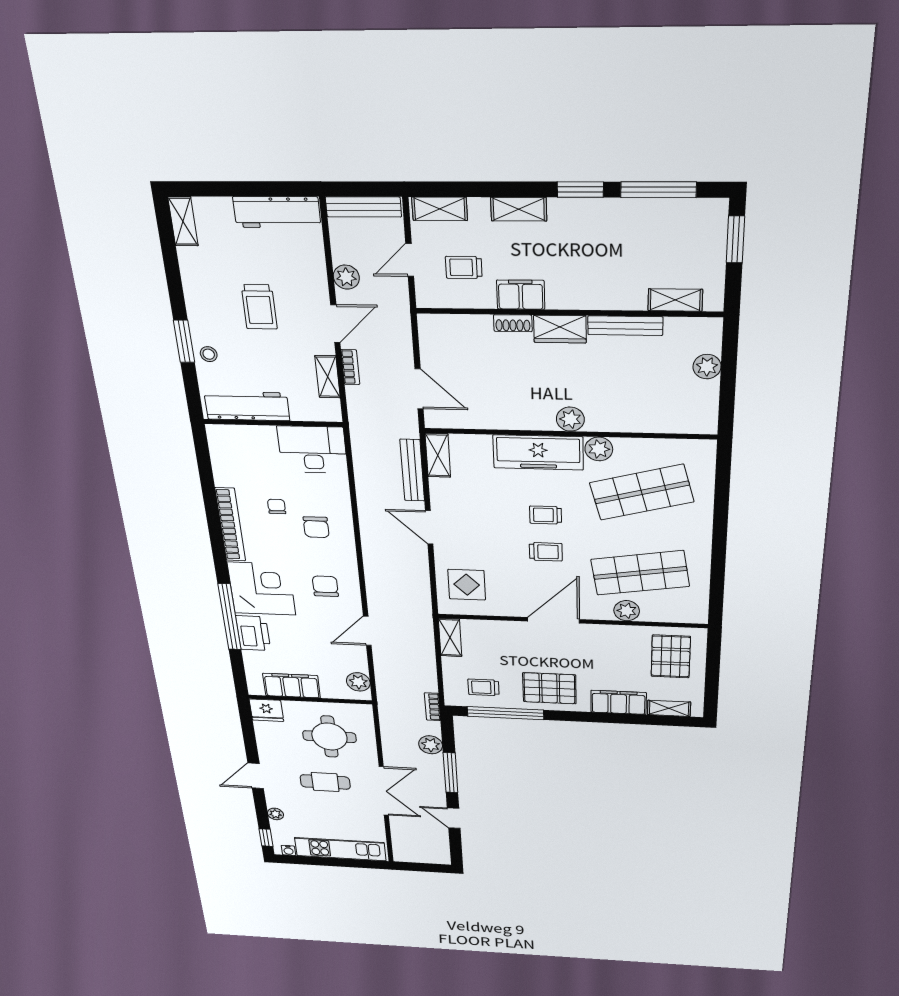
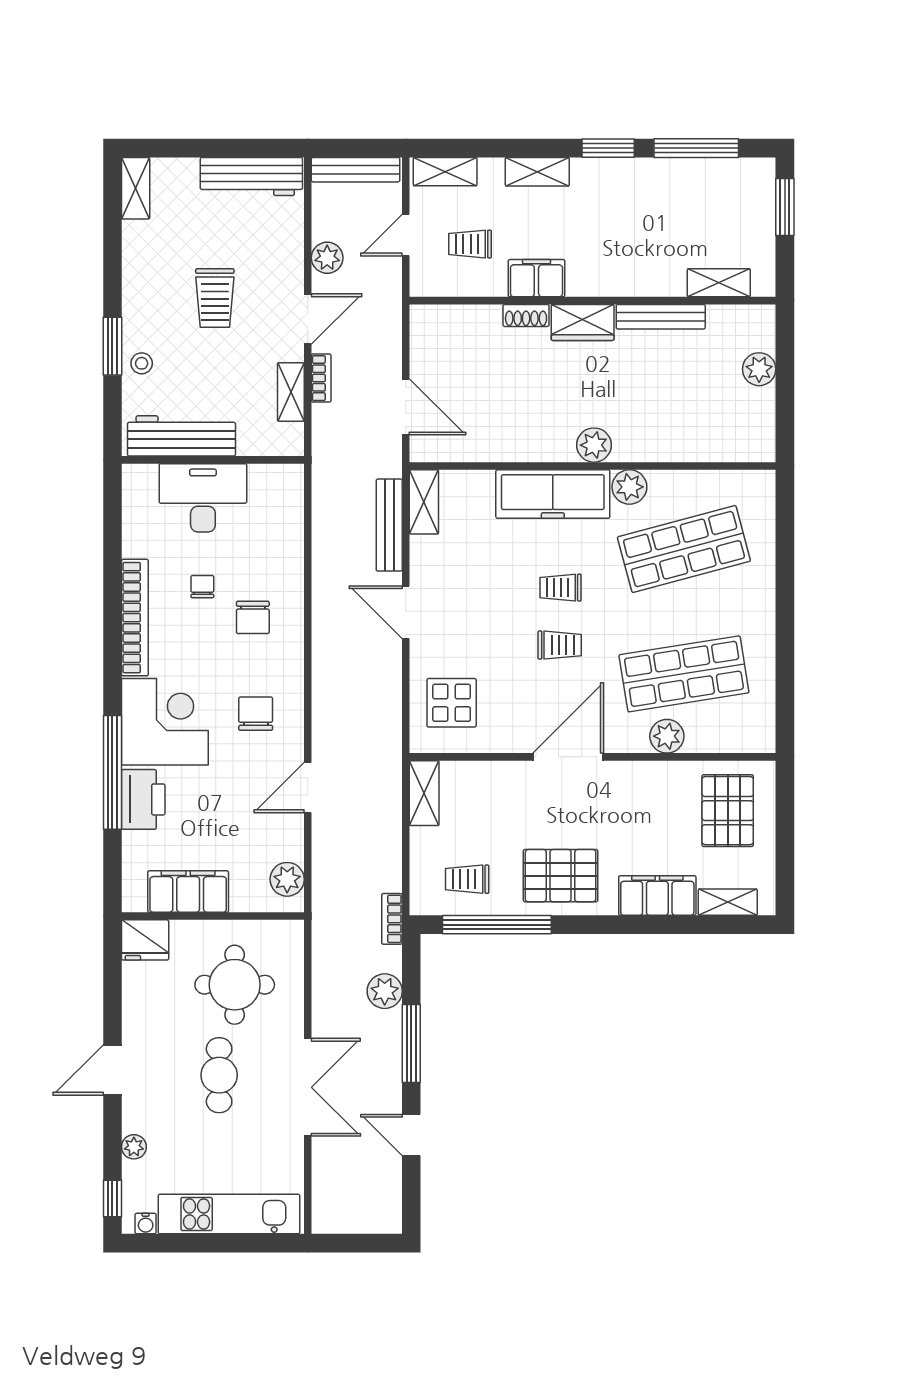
desk: (313, 450) -> (203, 498), moved
cafe table: (325, 782) -> (219, 1075), turned 90

